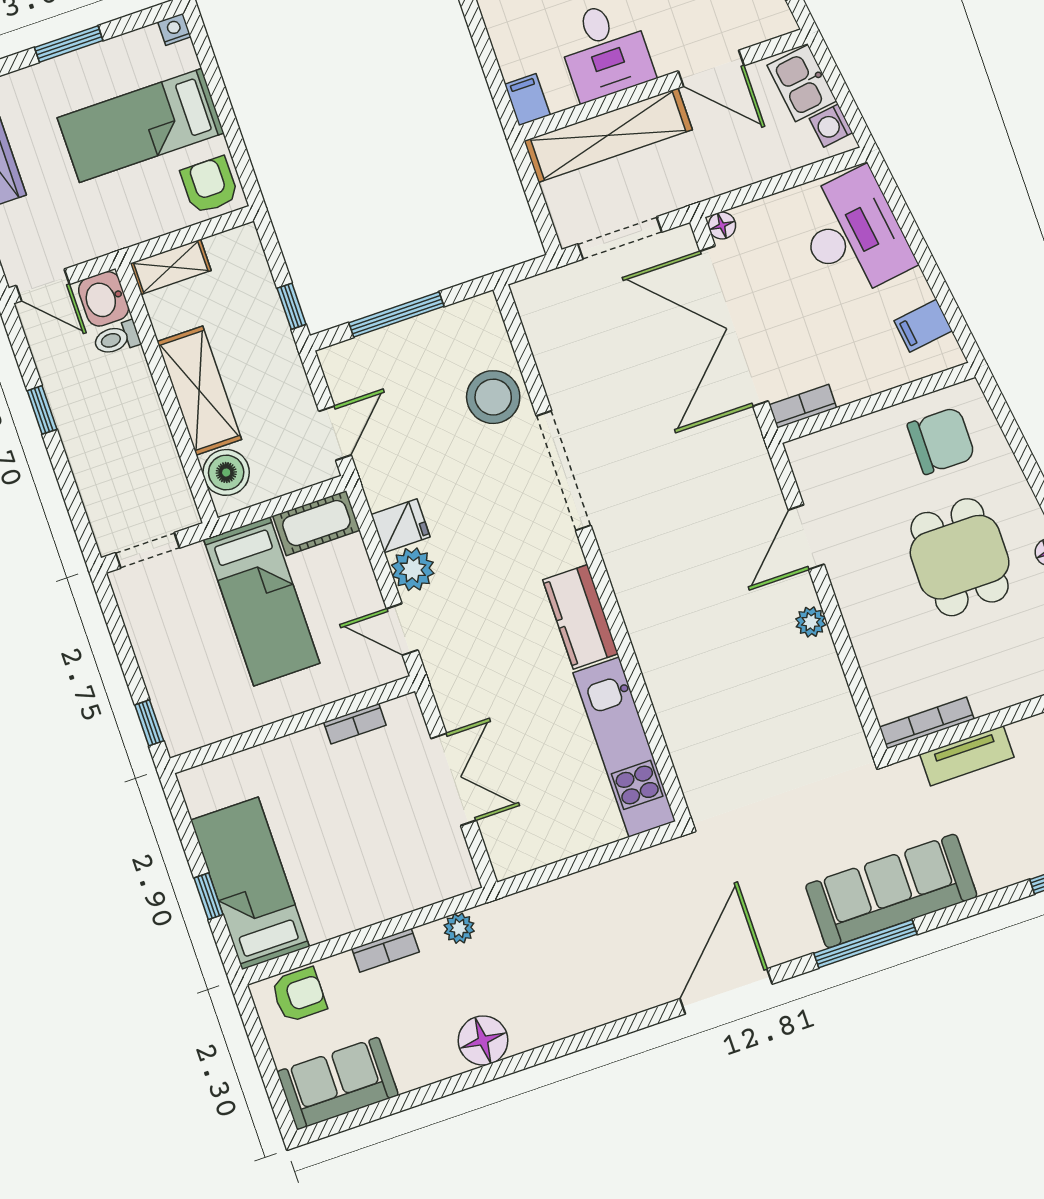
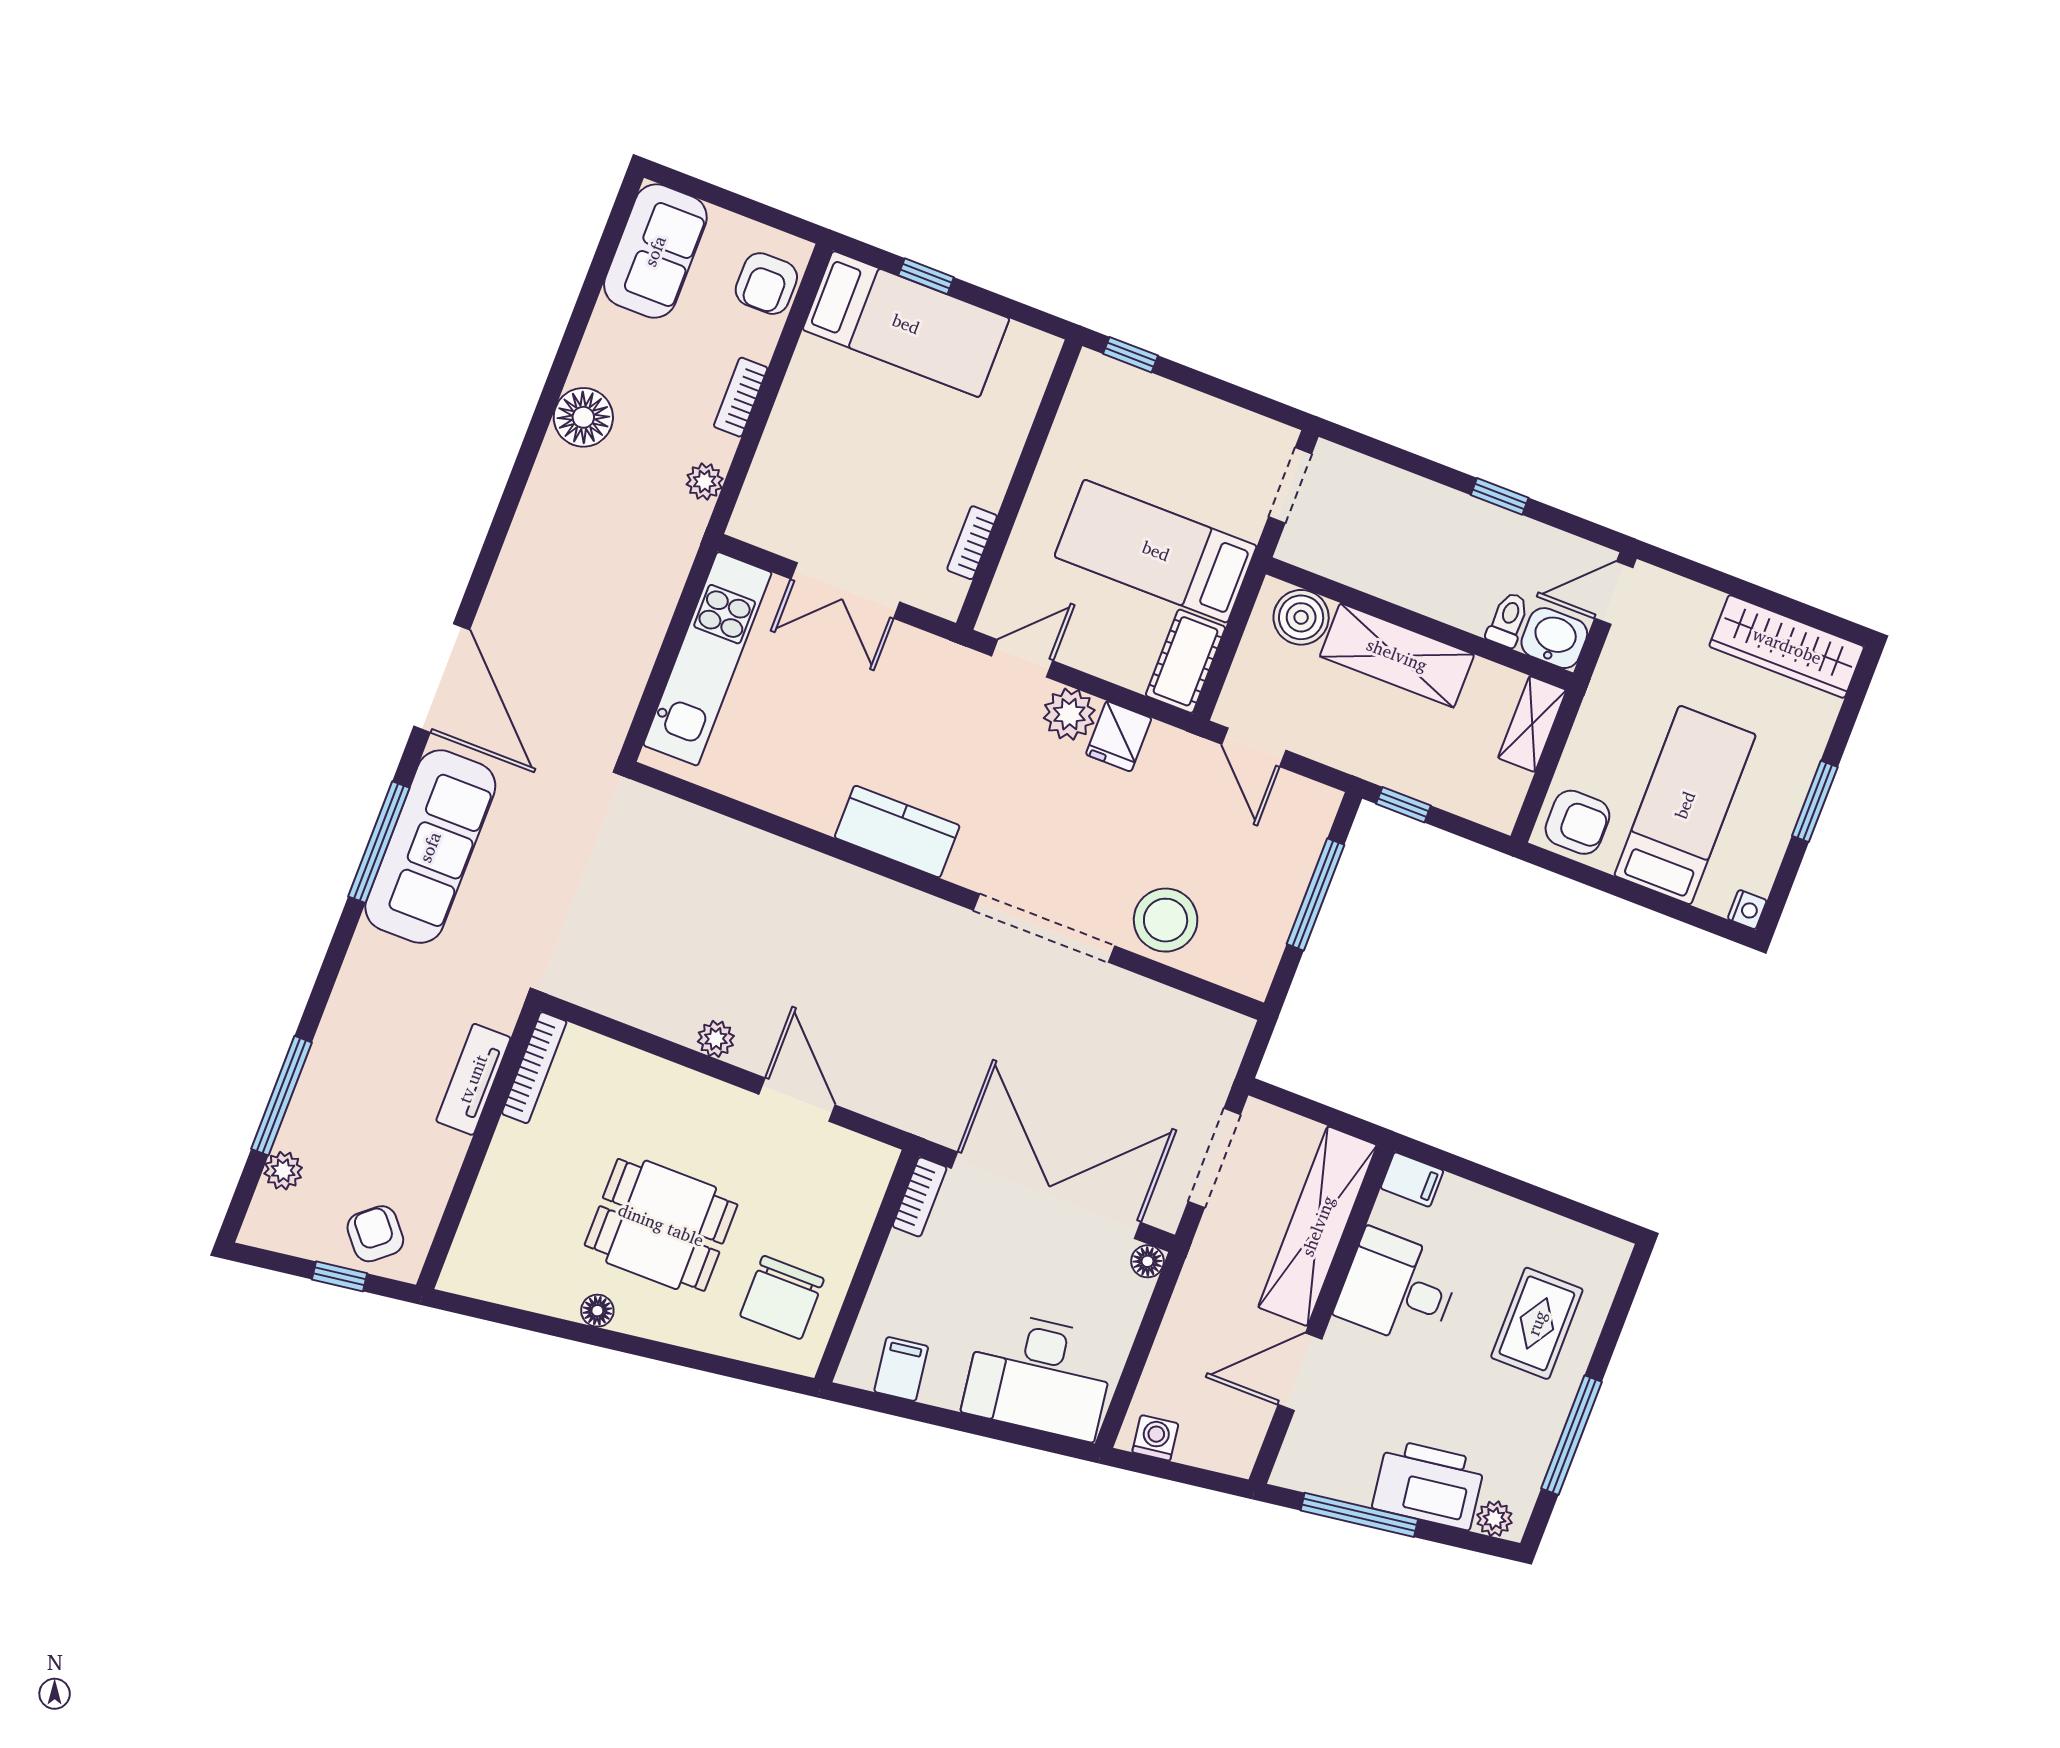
kitchen sink: (802, 83) -> (1217, 1444), removed
kitchen unit: (624, 747) -> (707, 659), moved, turned 90
sofa: (891, 891) -> (430, 847), moved

